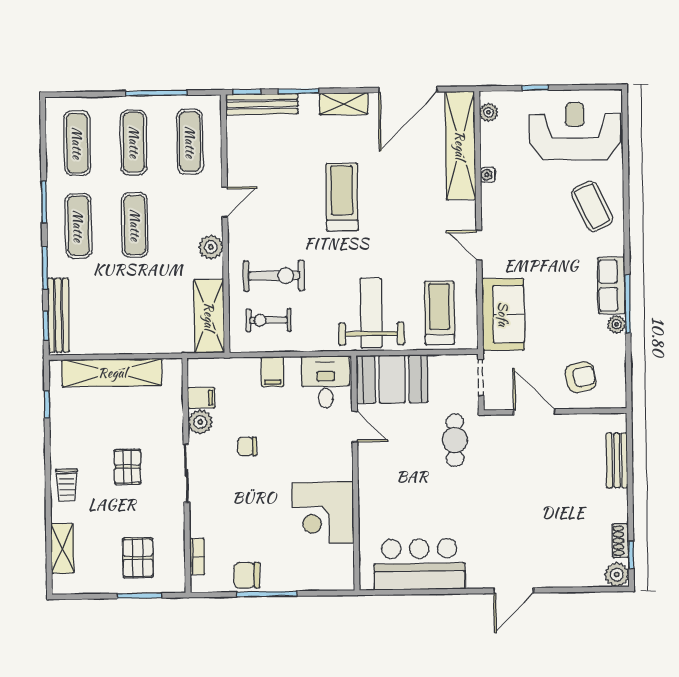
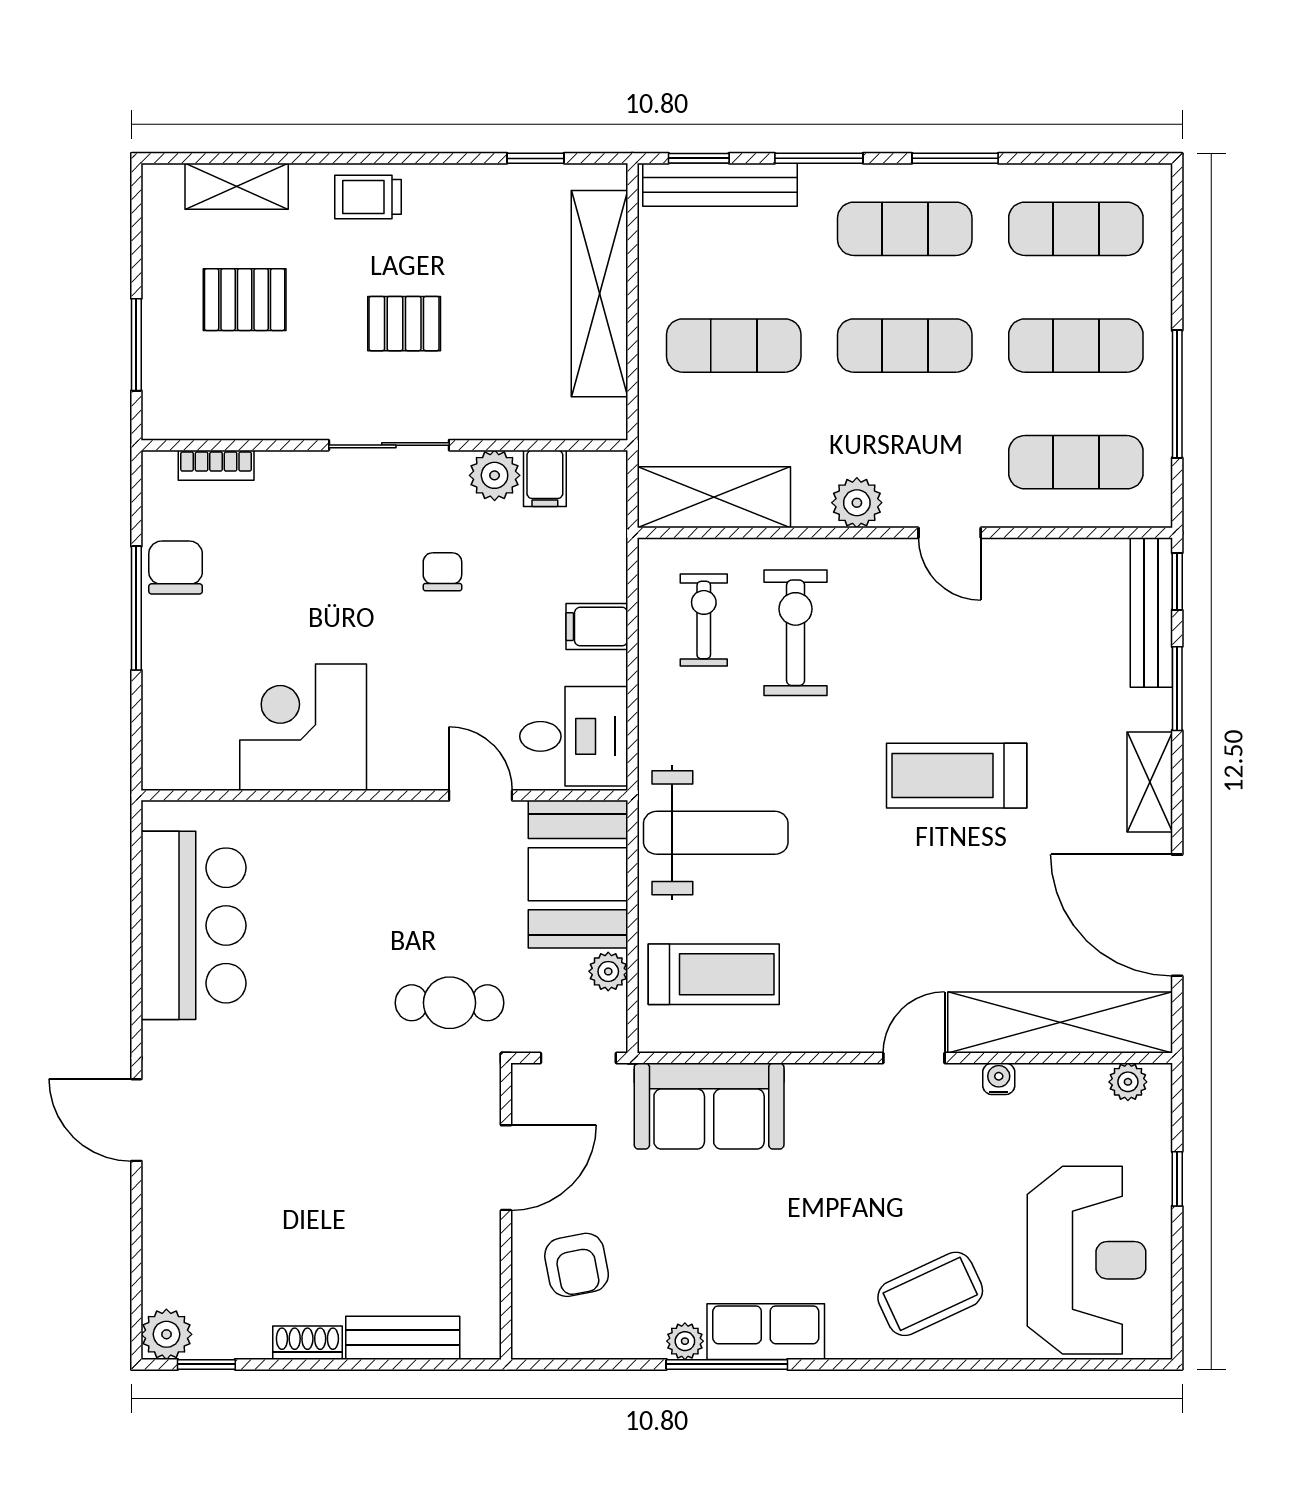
treadmill: (342, 197) -> (957, 776), turned 180
door: (479, 245) -> (914, 1058), moved
exercise bike: (274, 276) -> (796, 633), turned 180
exercise mat: (136, 307) -> (734, 346), added
plant: (439, 364) -> (608, 971), added
door: (355, 427) -> (481, 795), swing flipped
shoe rack: (620, 541) -> (307, 1343), moved
pallet: (138, 558) -> (245, 300), moved

